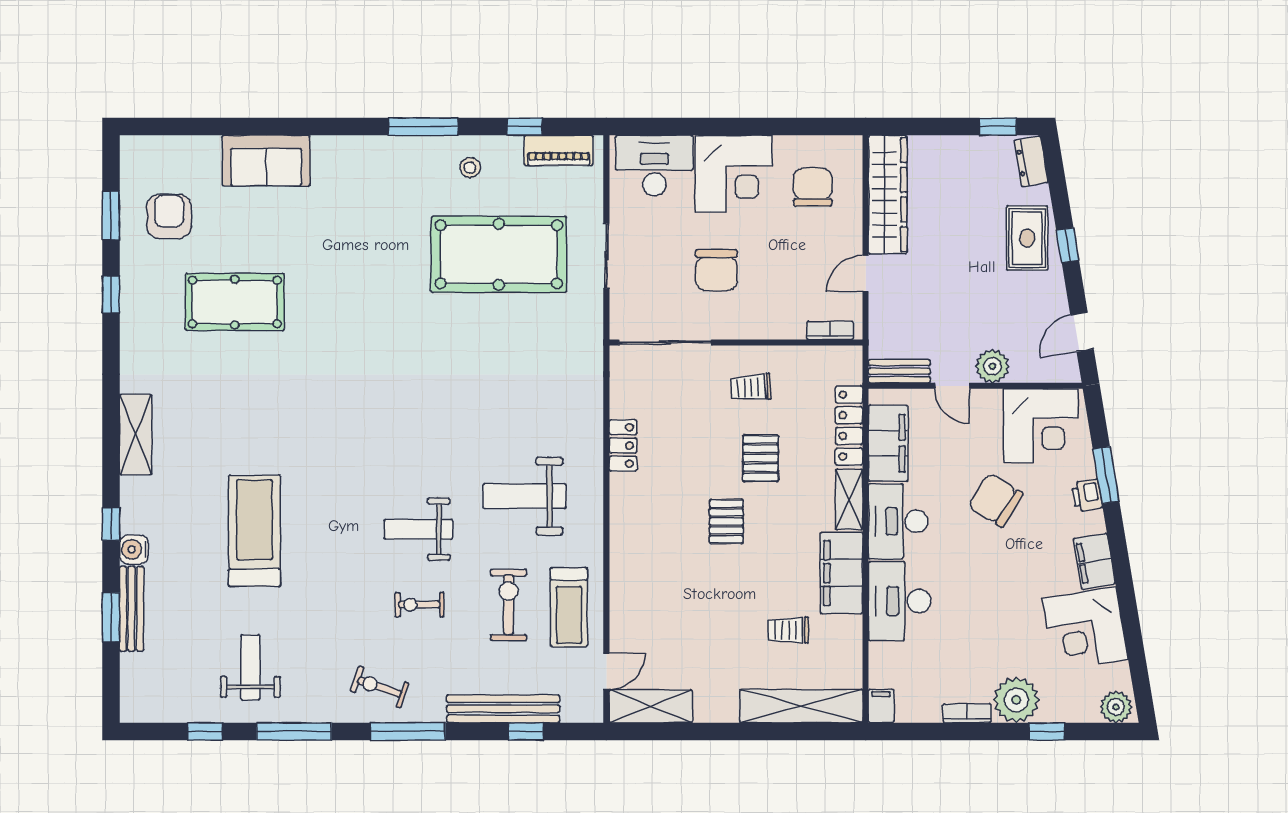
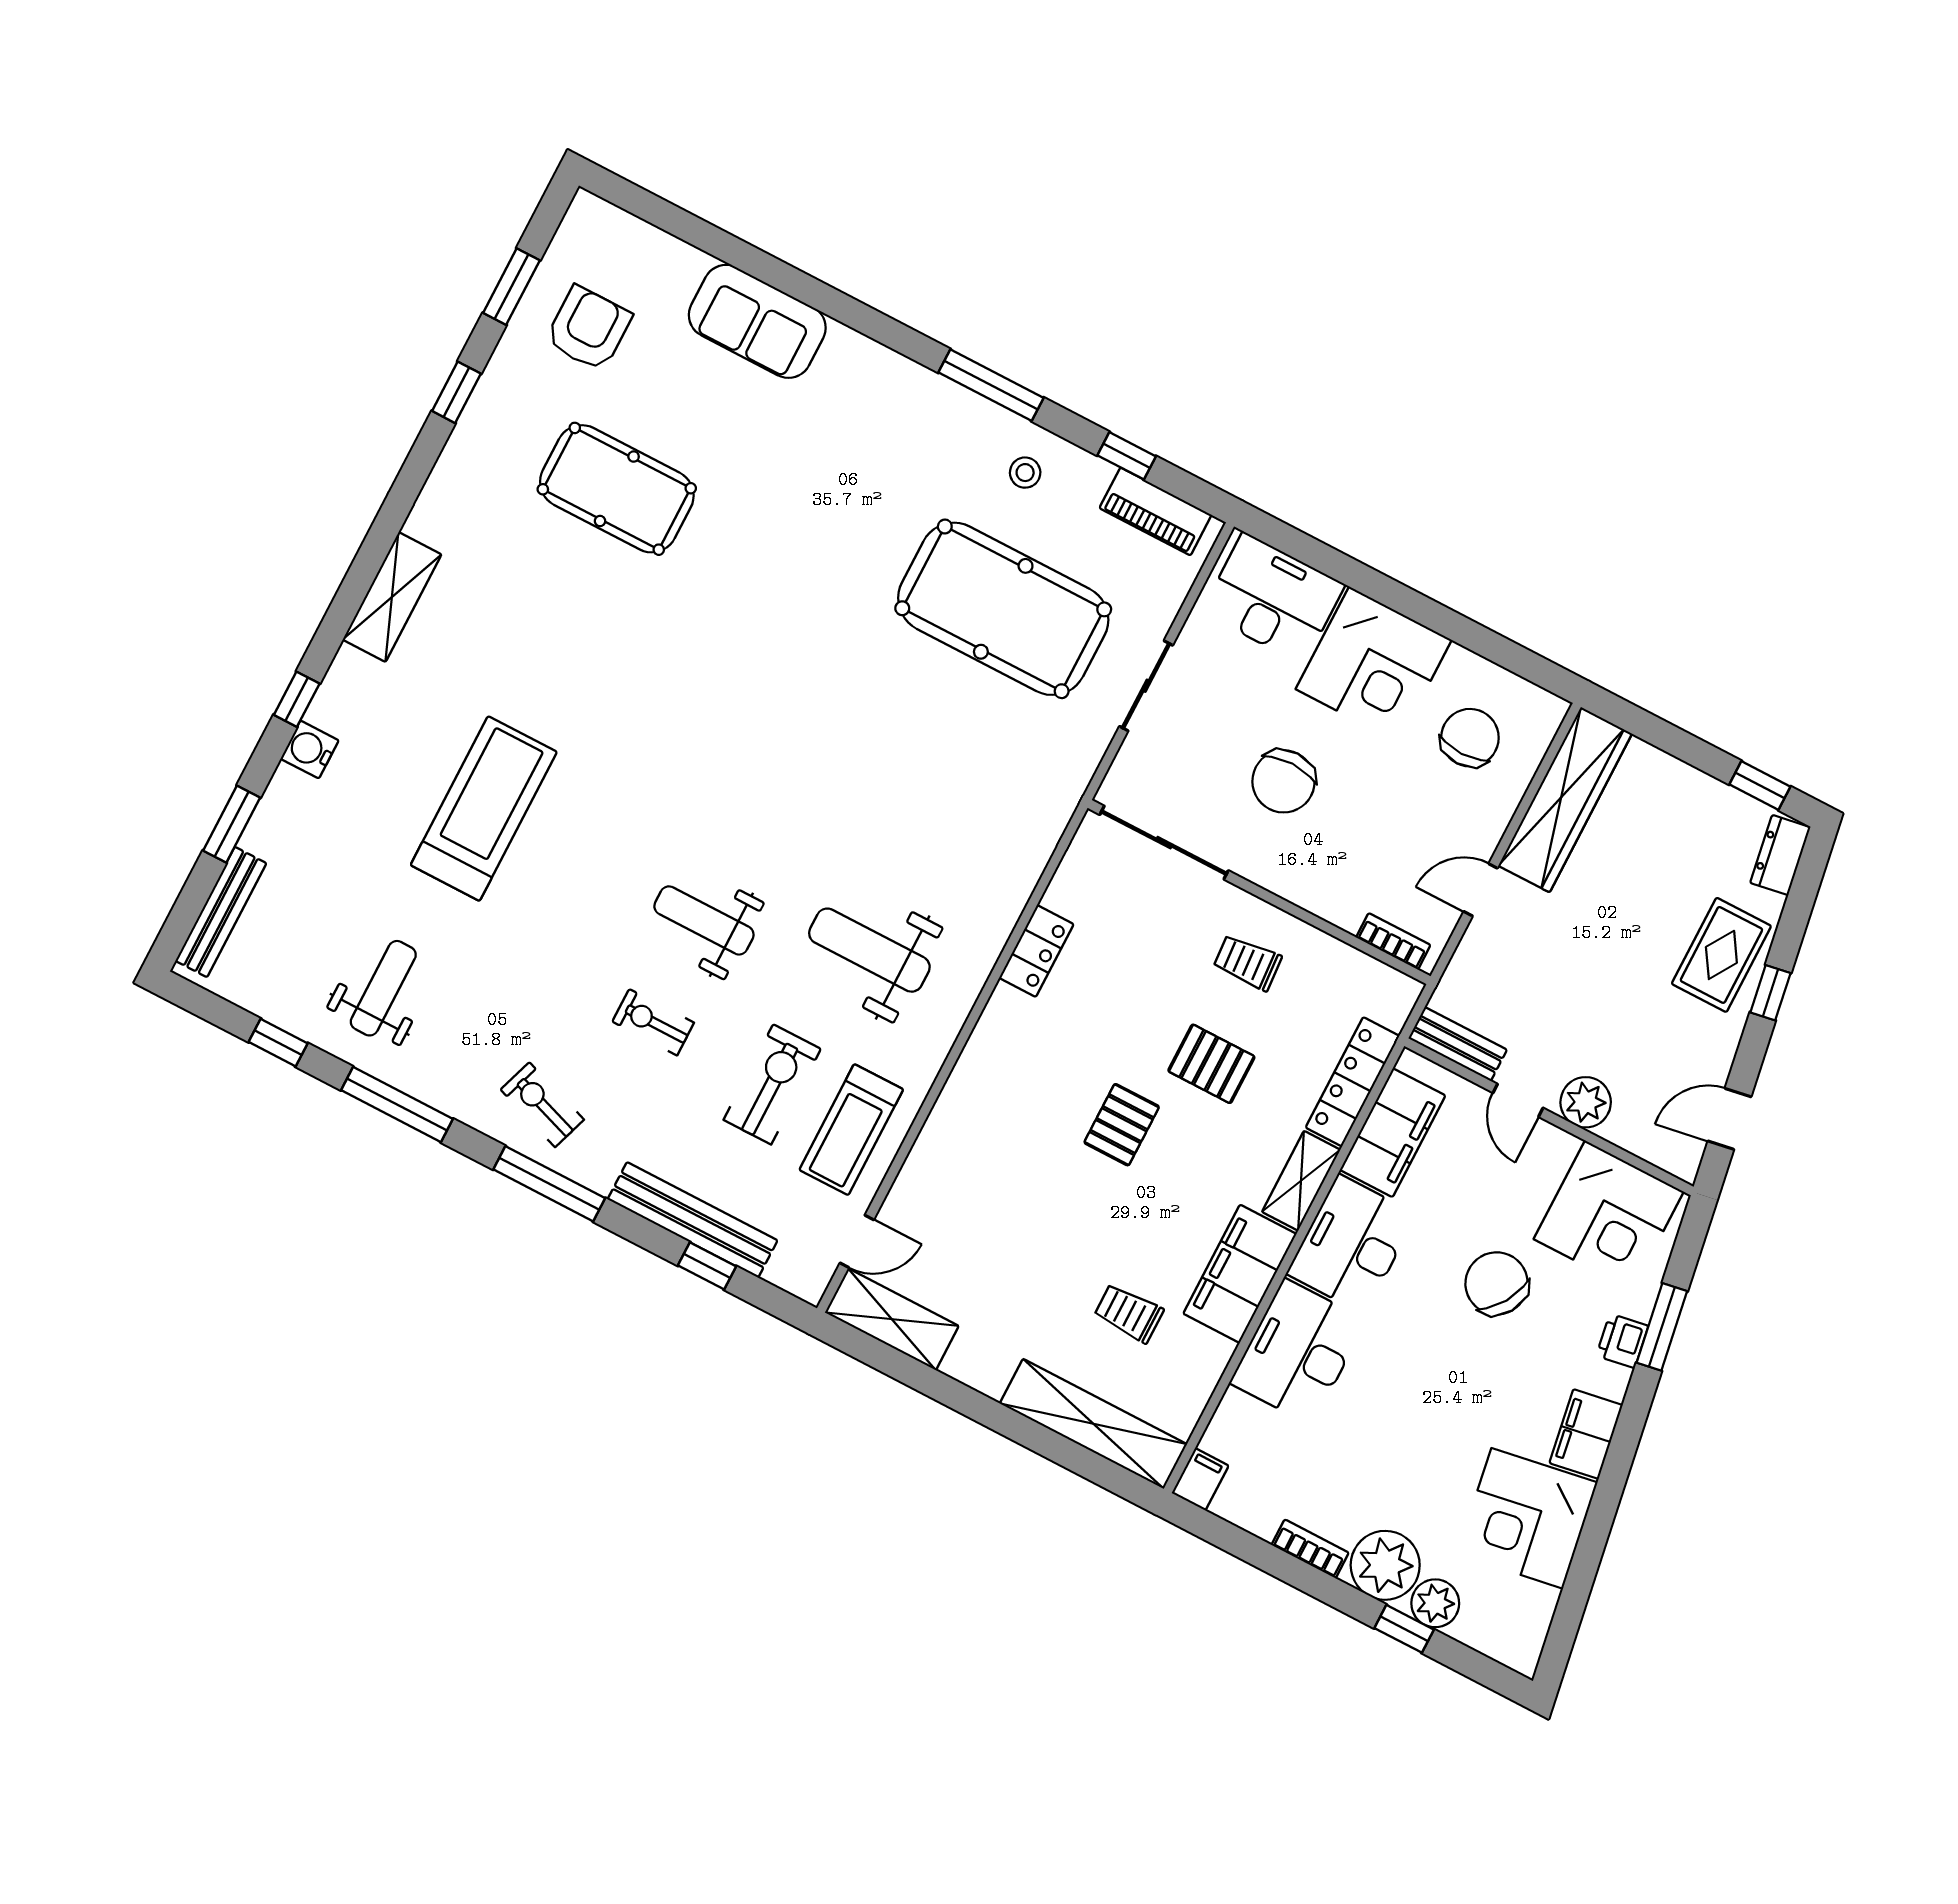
pallet: (761, 458) -> (1211, 1064), turned 90
bench: (132, 609) -> (221, 912), moved
plant: (1116, 707) -> (1435, 1603), moved

